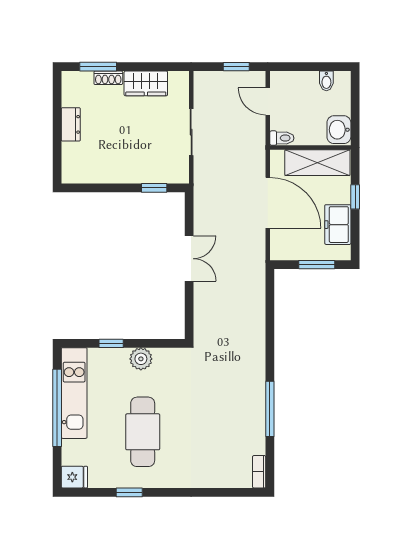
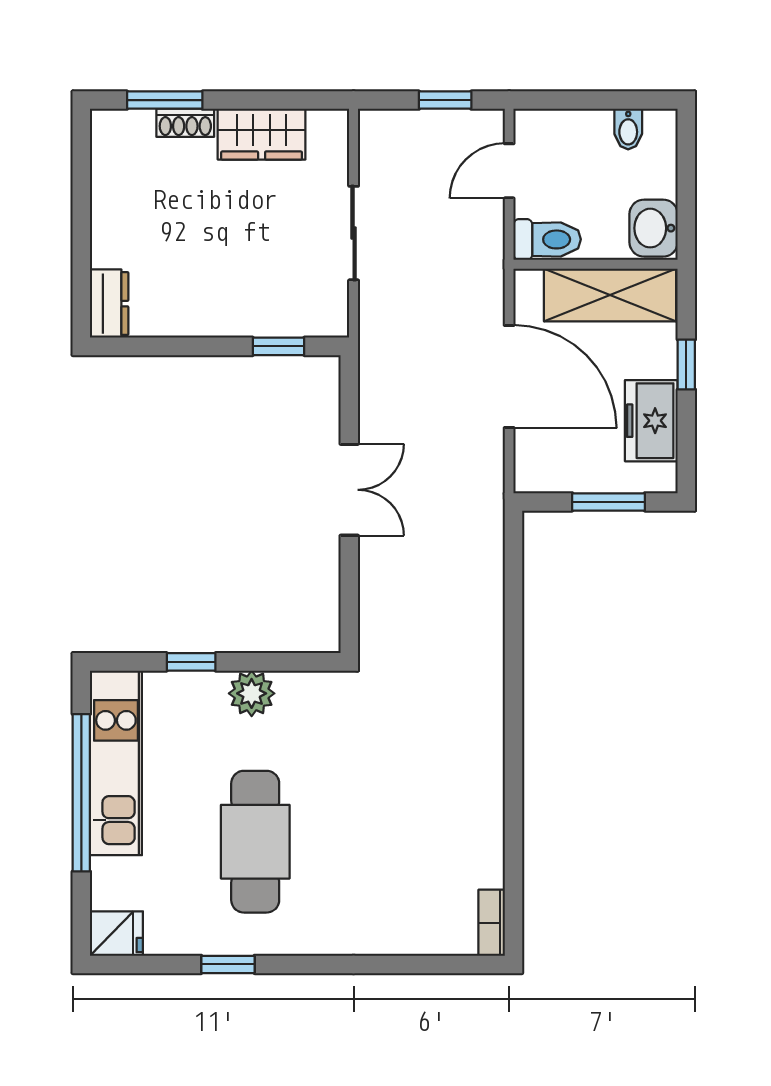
door: (268, 101) -> (509, 171), hinge flipped
dresser: (71, 124) -> (109, 304), moved
toilet: (282, 138) -> (547, 239), width x1.37, depth x1.39
window: (270, 409) -> (513, 795), removed

